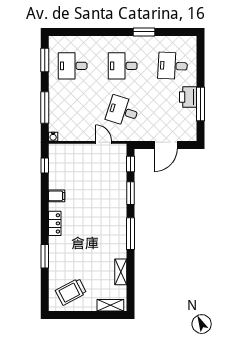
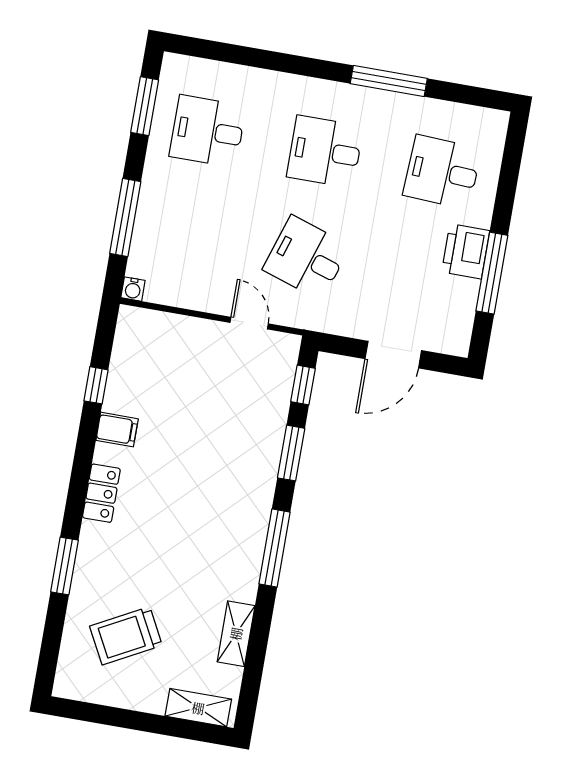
window: (144, 32) -> (389, 81), width x1.44
window: (45, 165) -> (96, 385), moved
trolley: (71, 292) -> (126, 636), moved

